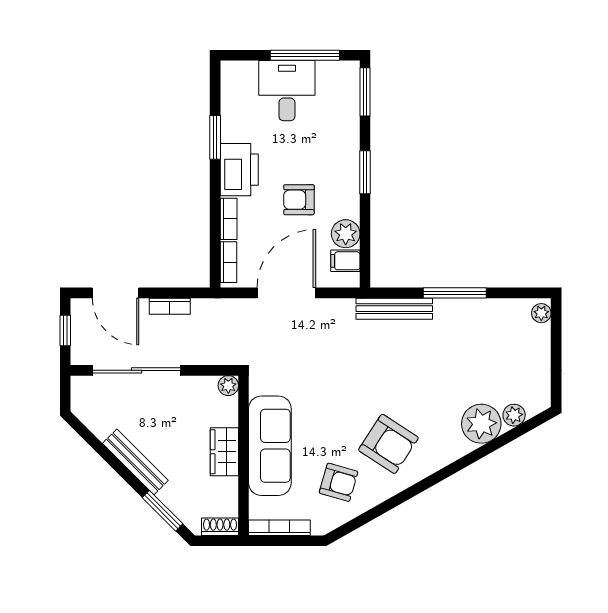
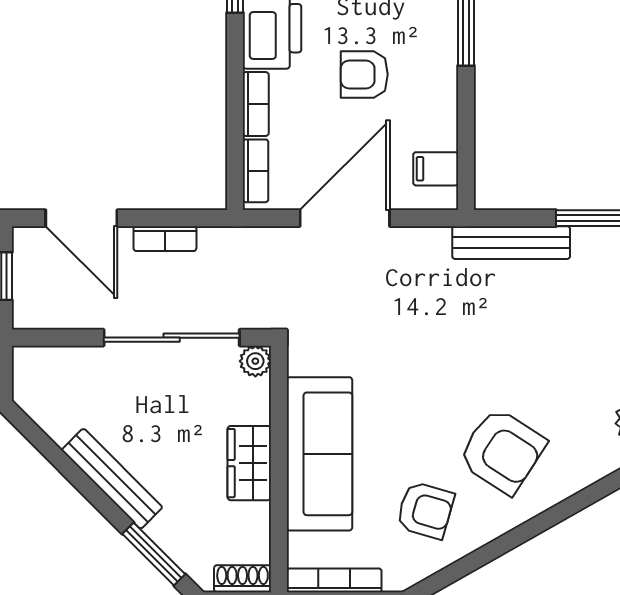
plant: (346, 234) -> (436, 127), removed
sliding door: (137, 370) -> (172, 338), moved

